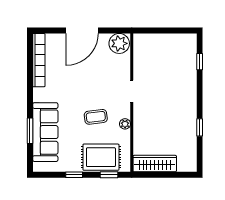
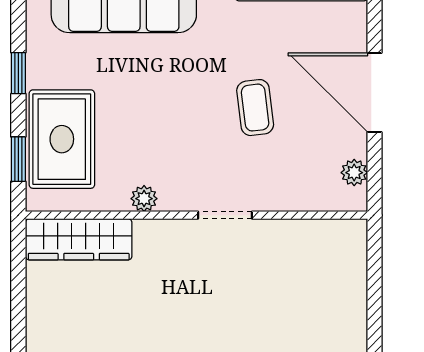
plant: (119, 43) -> (354, 173), width x0.53, depth x0.53
coffee table: (96, 117) -> (255, 108), moved
wardrobe: (155, 164) -> (79, 239), moved, turned 90

